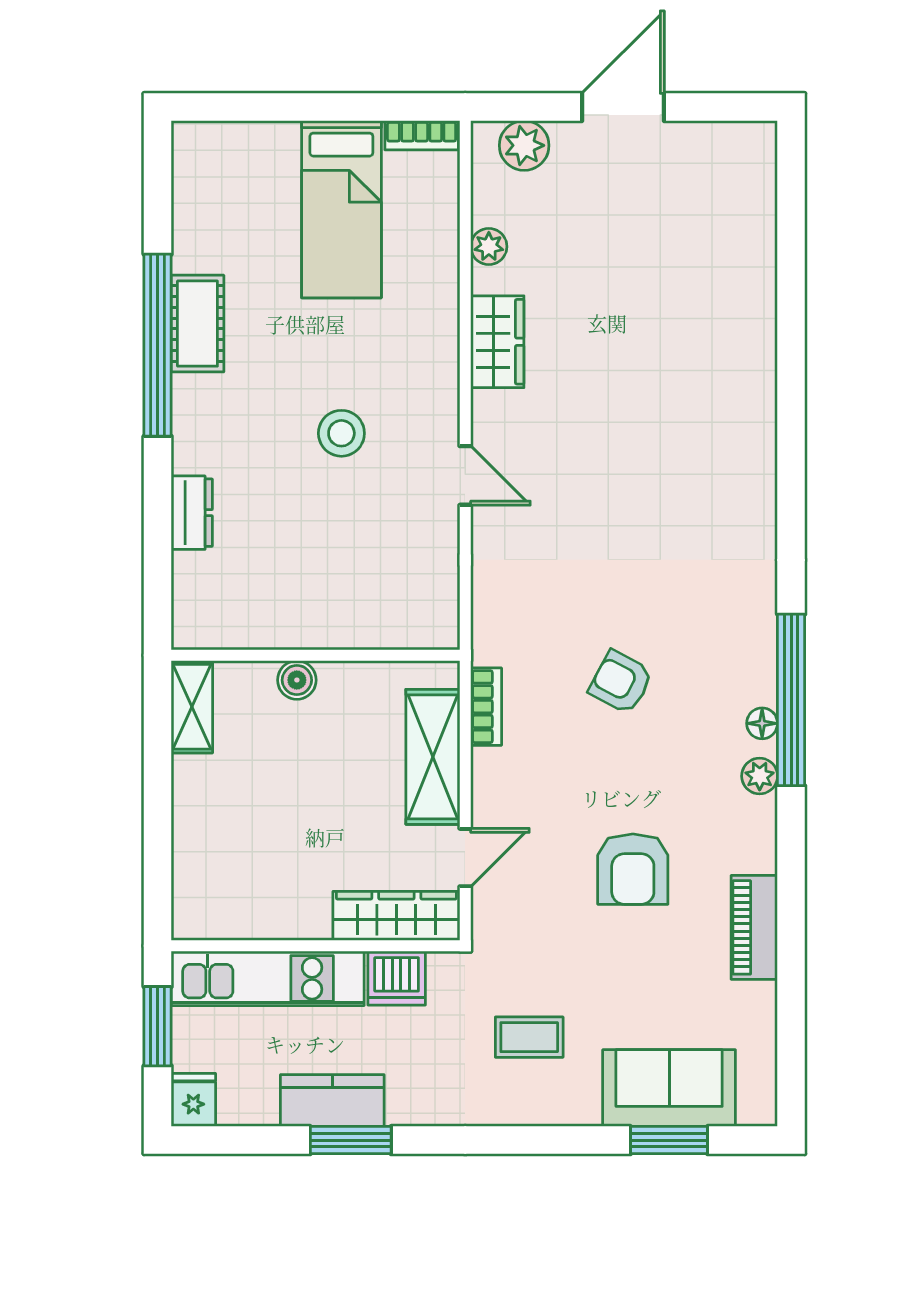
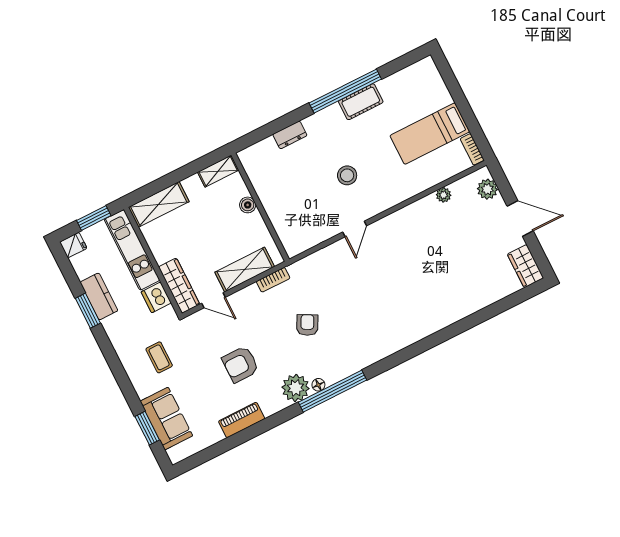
wardrobe: (497, 342) -> (525, 266), moved, turned 90
plant: (760, 776) -> (296, 388), width x1.88, depth x1.88
shelving: (199, 871) -> (159, 204), added

